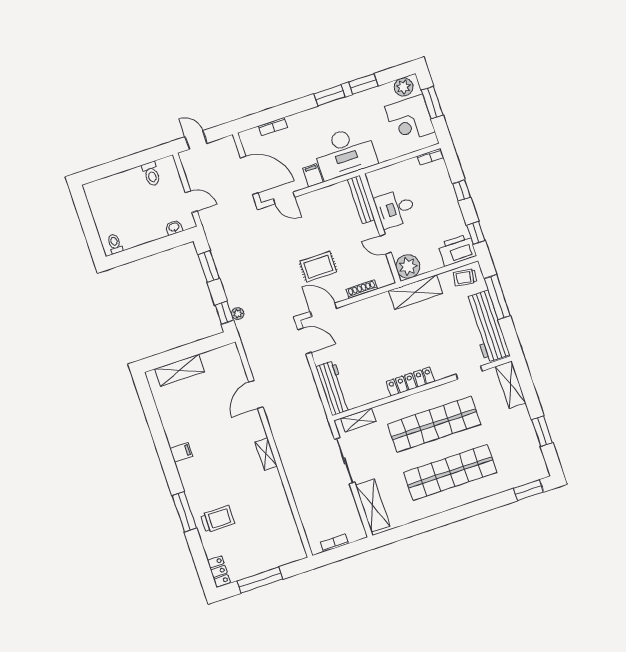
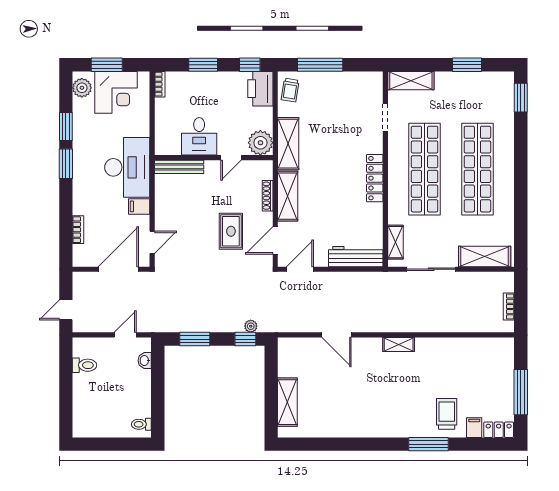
window: (462, 190) -> (203, 65), width x1.50
shelving: (368, 308) -> (288, 196), added
workbench: (487, 326) -> (346, 84), removed
filing cabinet: (181, 452) -> (474, 428), moved

